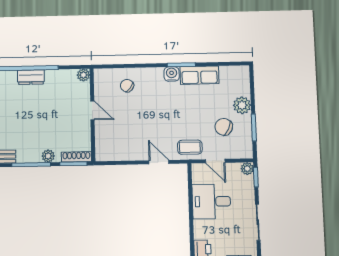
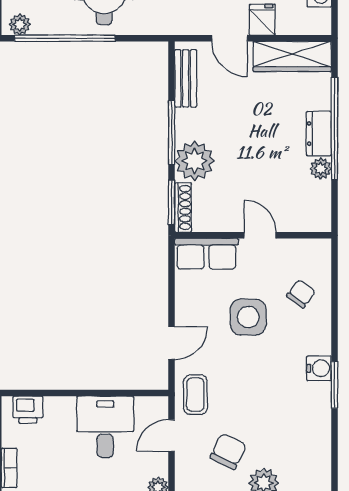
plant: (83, 75) -> (321, 168), moved
row of seats: (199, 75) -> (207, 254), moved, turned -90
door: (92, 110) -> (260, 235), swing flipped
side table: (142, 117) -> (248, 317), added
plant: (48, 156) -> (195, 161), width x1.88, depth x1.88

